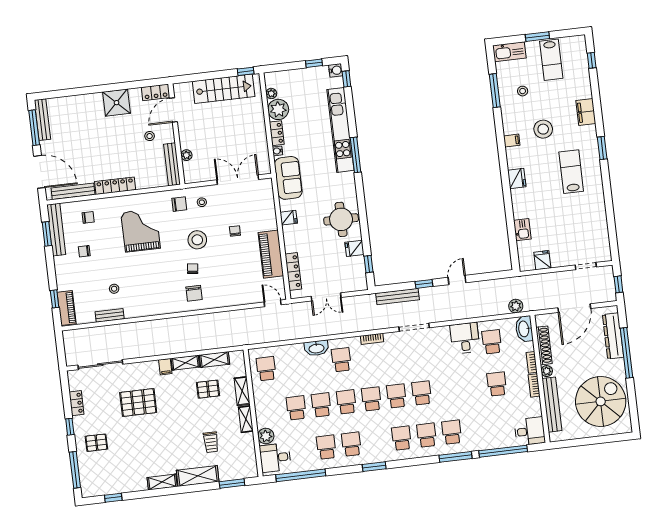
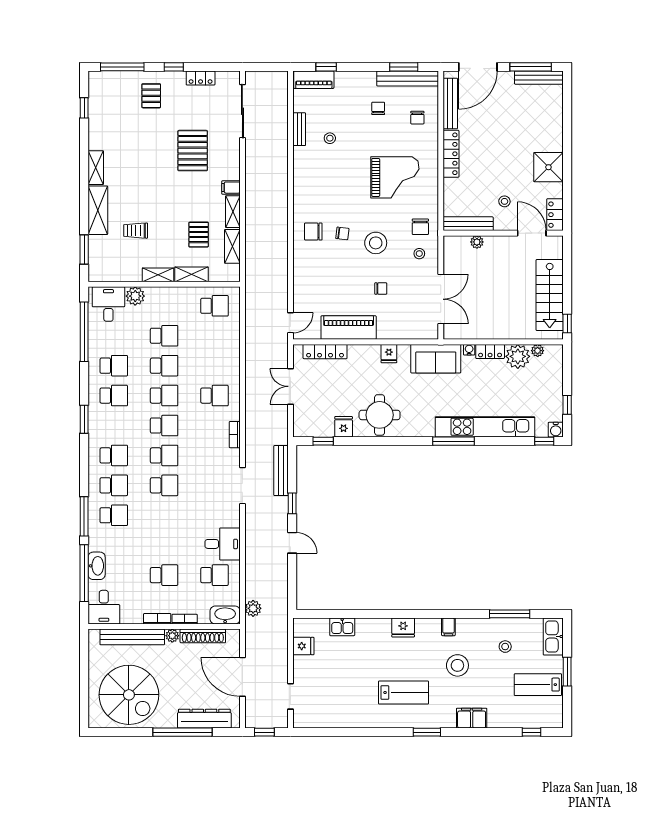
washbasin: (316, 348) -> (97, 566), moved, turned 180

